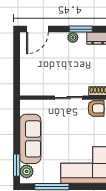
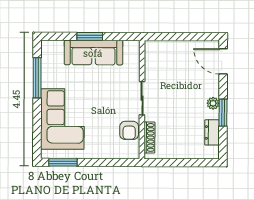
window: (17, 165) -> (90, 36), moved
plant: (27, 171) -> (55, 48), removed

